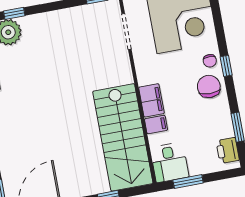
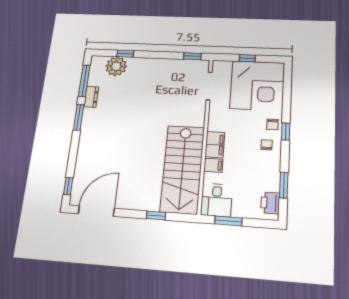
chair: (209, 86) -> (267, 145), width x0.54, depth x0.54

